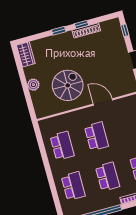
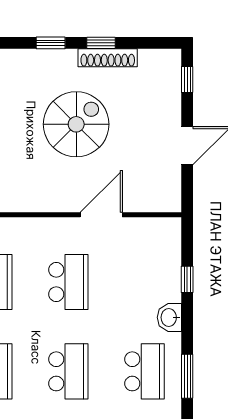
spiral stairs: (68, 85) -> (76, 124), moved
door: (103, 102) -> (101, 215), hinge flipped

